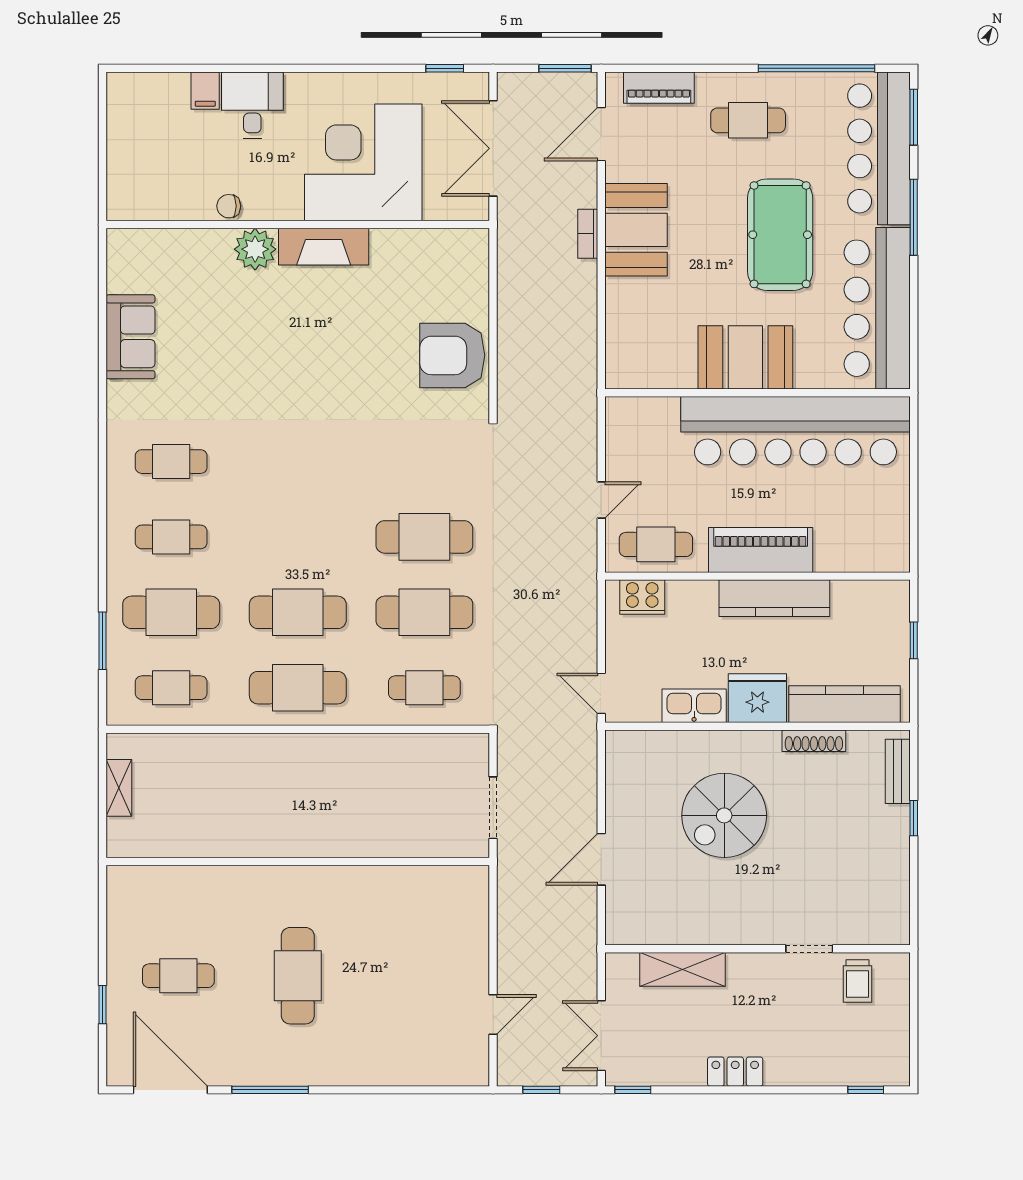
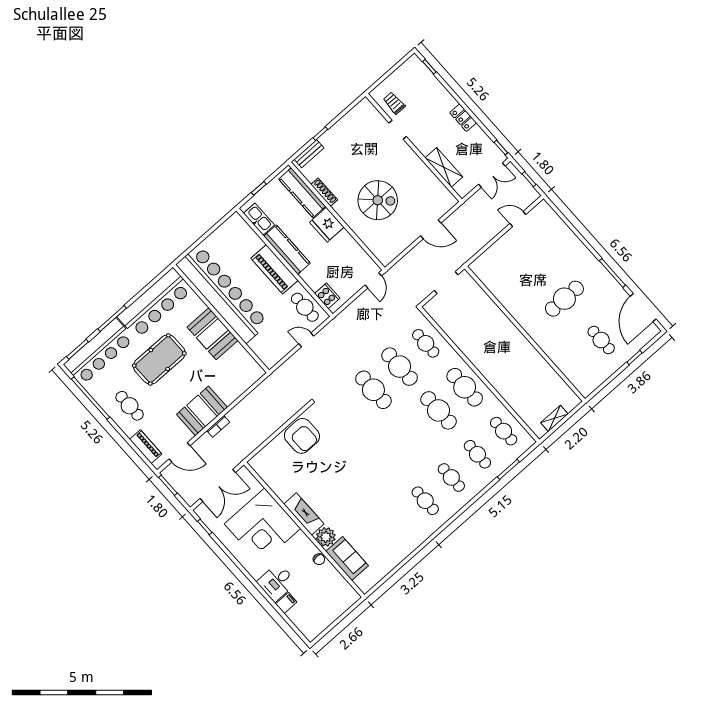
sofa: (130, 337) -> (347, 559), moved, turned 90
cafe table: (171, 612) -> (477, 454), width x0.73, depth x0.74
kitchen sink: (694, 706) -> (259, 219), moved, turned 180
trolley: (857, 981) -> (394, 103), turned -90

